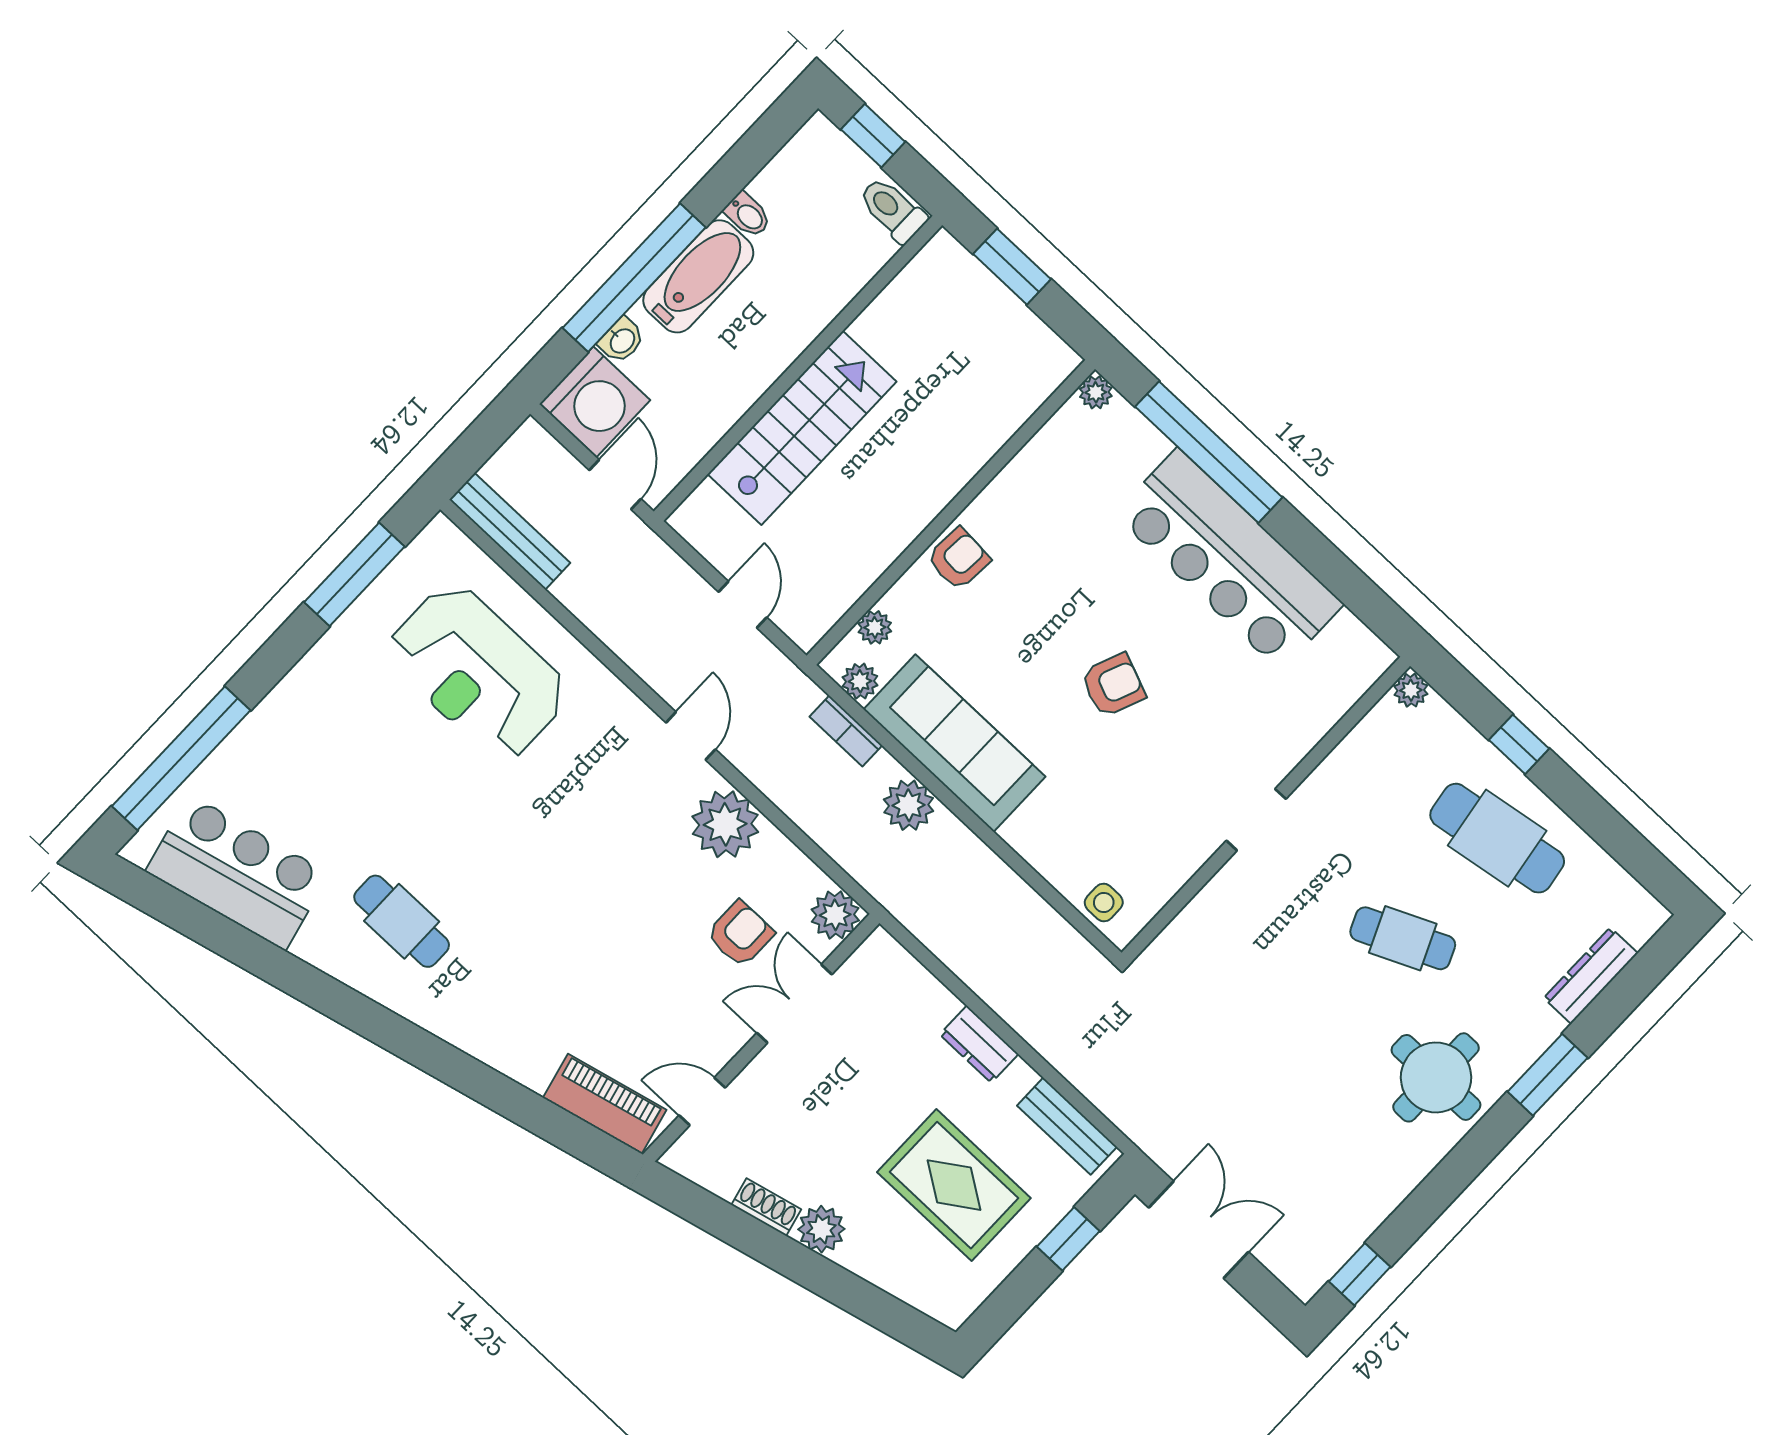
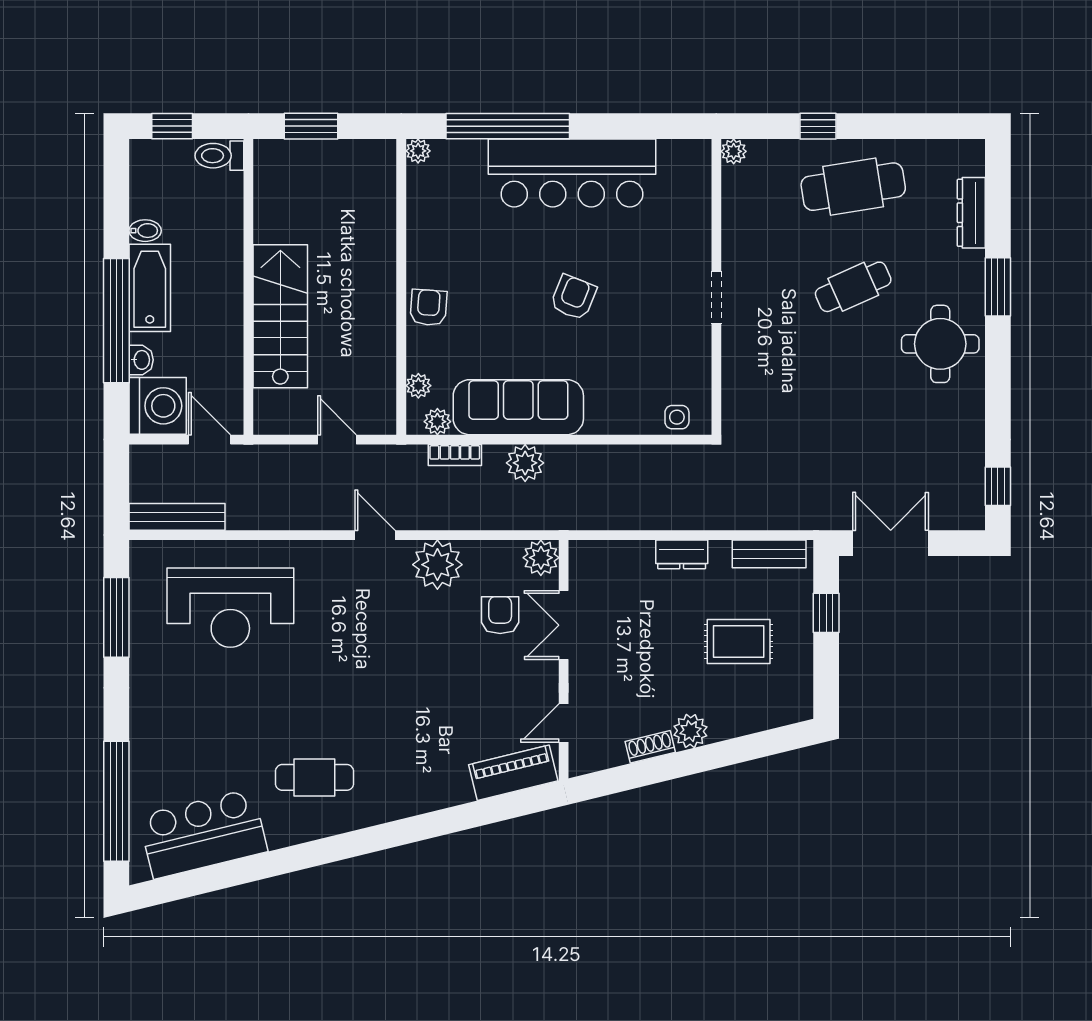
rug: (954, 1185) -> (739, 641), width x0.73, depth x0.70

